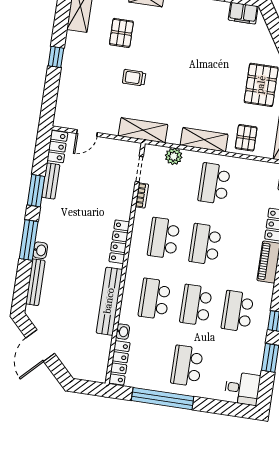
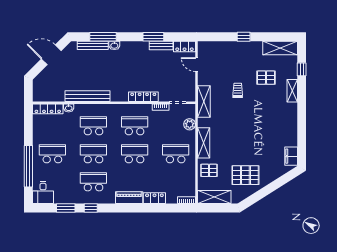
window: (29, 240) -> (103, 37), moved
locker: (119, 242) -> (143, 97), moved
window: (163, 399) -> (28, 166), moved

